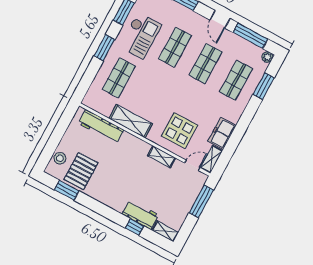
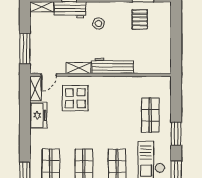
shelving: (131, 121) -> (121, 84), removed
workbench: (101, 127) -> (113, 66), moved
stool: (60, 158) -> (98, 23), moved
pallet: (81, 171) -> (140, 19), width x0.67, depth x0.71

